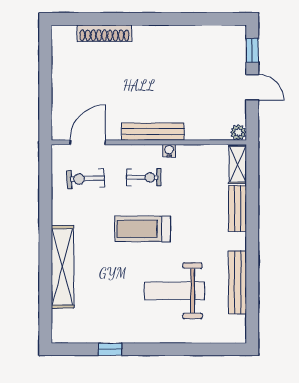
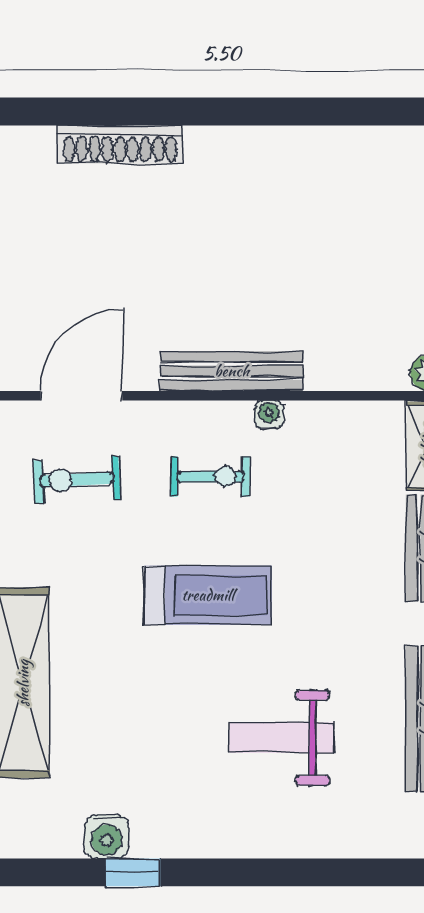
treadmill: (143, 229) -> (208, 595), turned 180
weight bench: (175, 291) -> (281, 738), width x0.73, depth x0.75
water cooler: (99, 334) -> (107, 836), added

